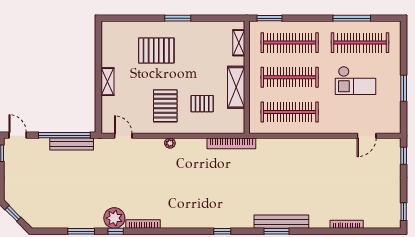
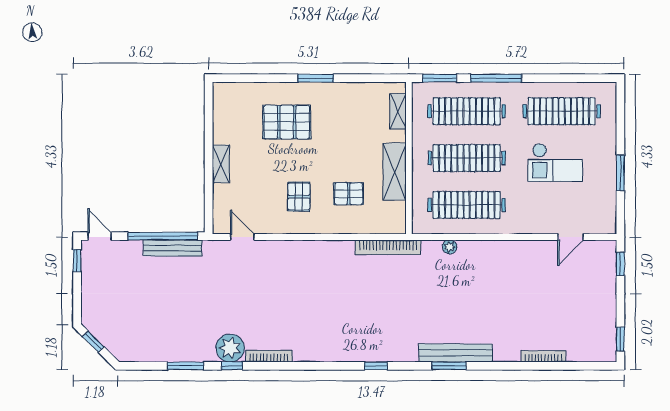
window: (352, 18) -> (496, 78), moved
pallet: (165, 106) -> (299, 197), width x0.67, depth x0.71
plant: (170, 143) -> (450, 247), moved

